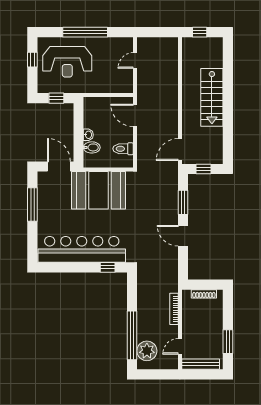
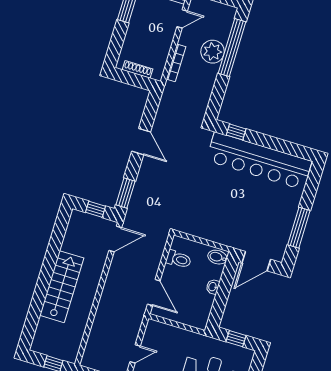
bidet: (92, 147) -> (217, 257), moved
door: (59, 166) -> (256, 261), hinge flipped
booth: (98, 190) -> (220, 221), removed
window: (183, 202) -> (125, 193), moved
plant: (147, 351) -> (213, 52), moved

